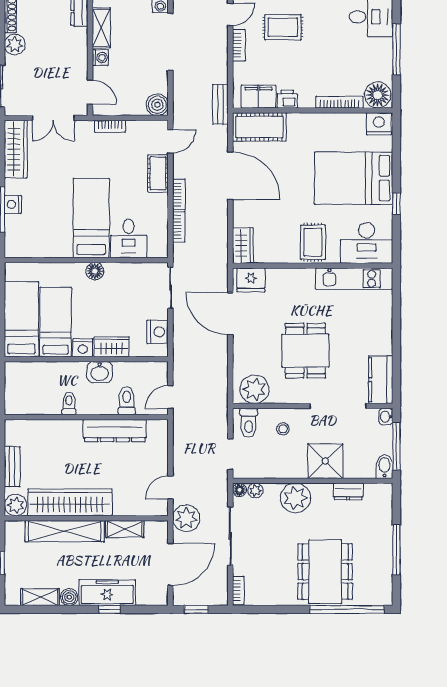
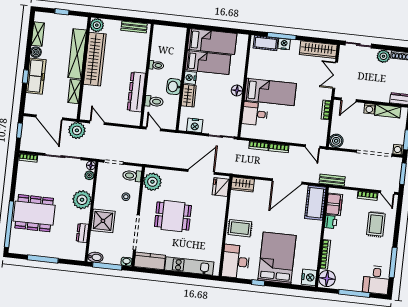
cot: (158, 173) -> (266, 43), moved
kitchen unit: (354, 279) -> (189, 266), moved, turned 90
bench: (12, 467) -> (134, 27), moved

